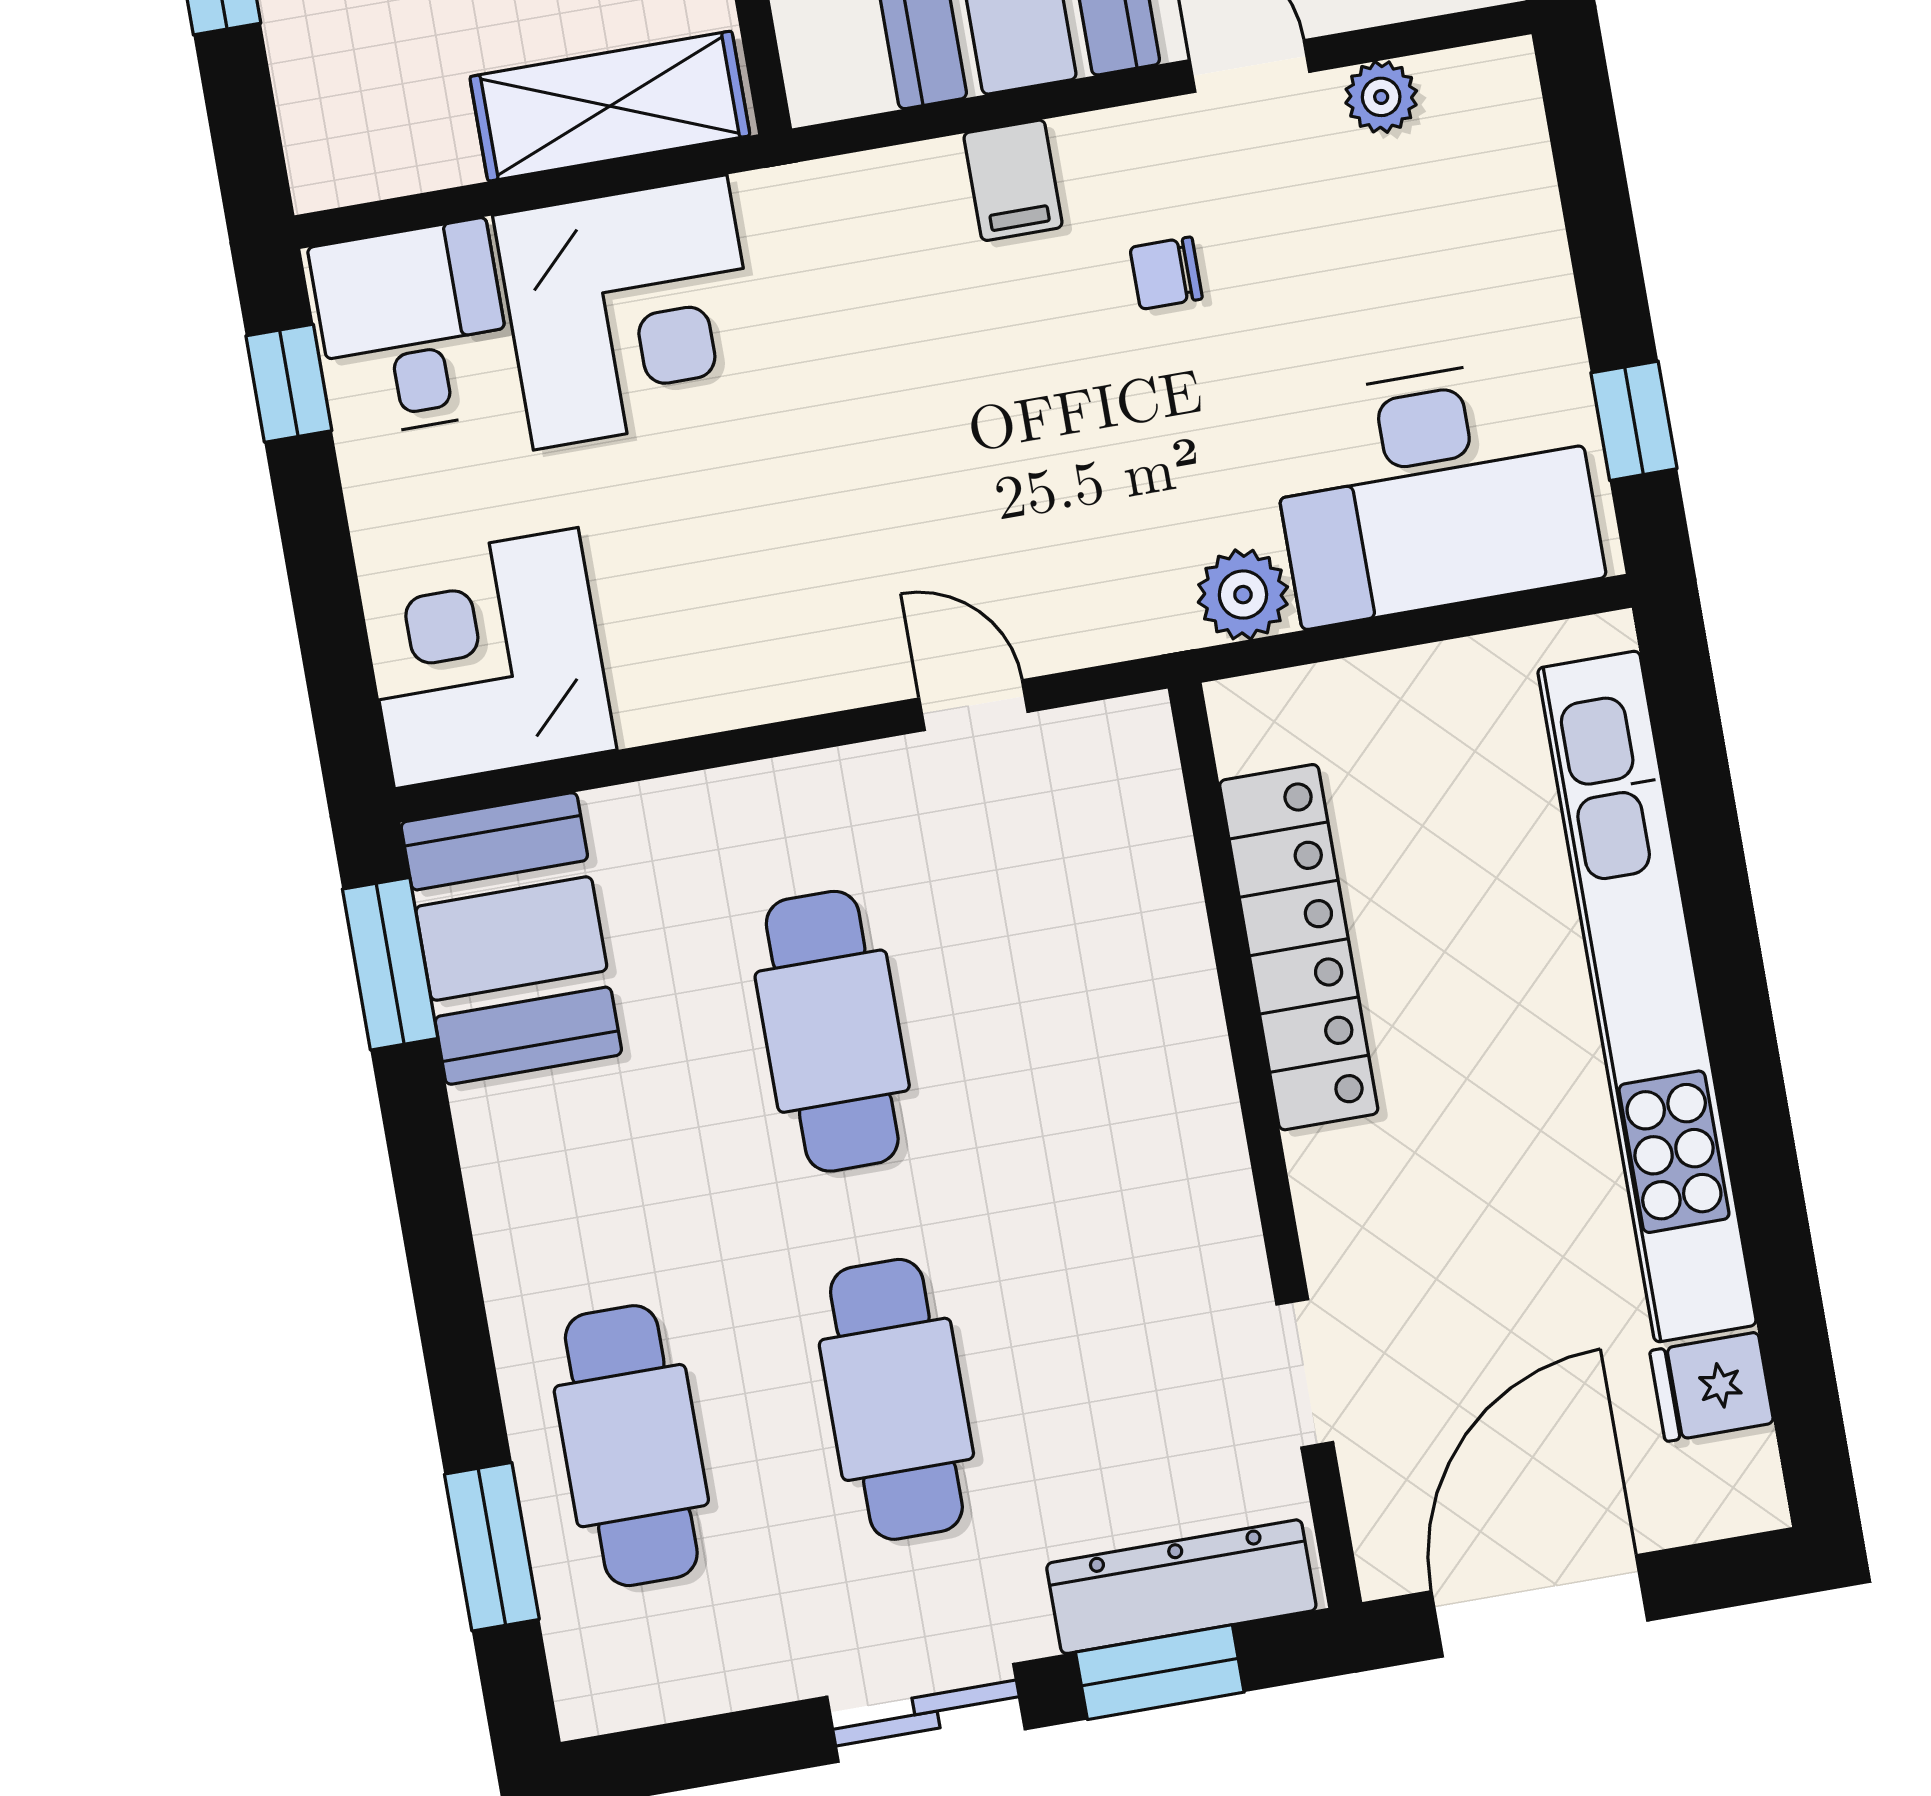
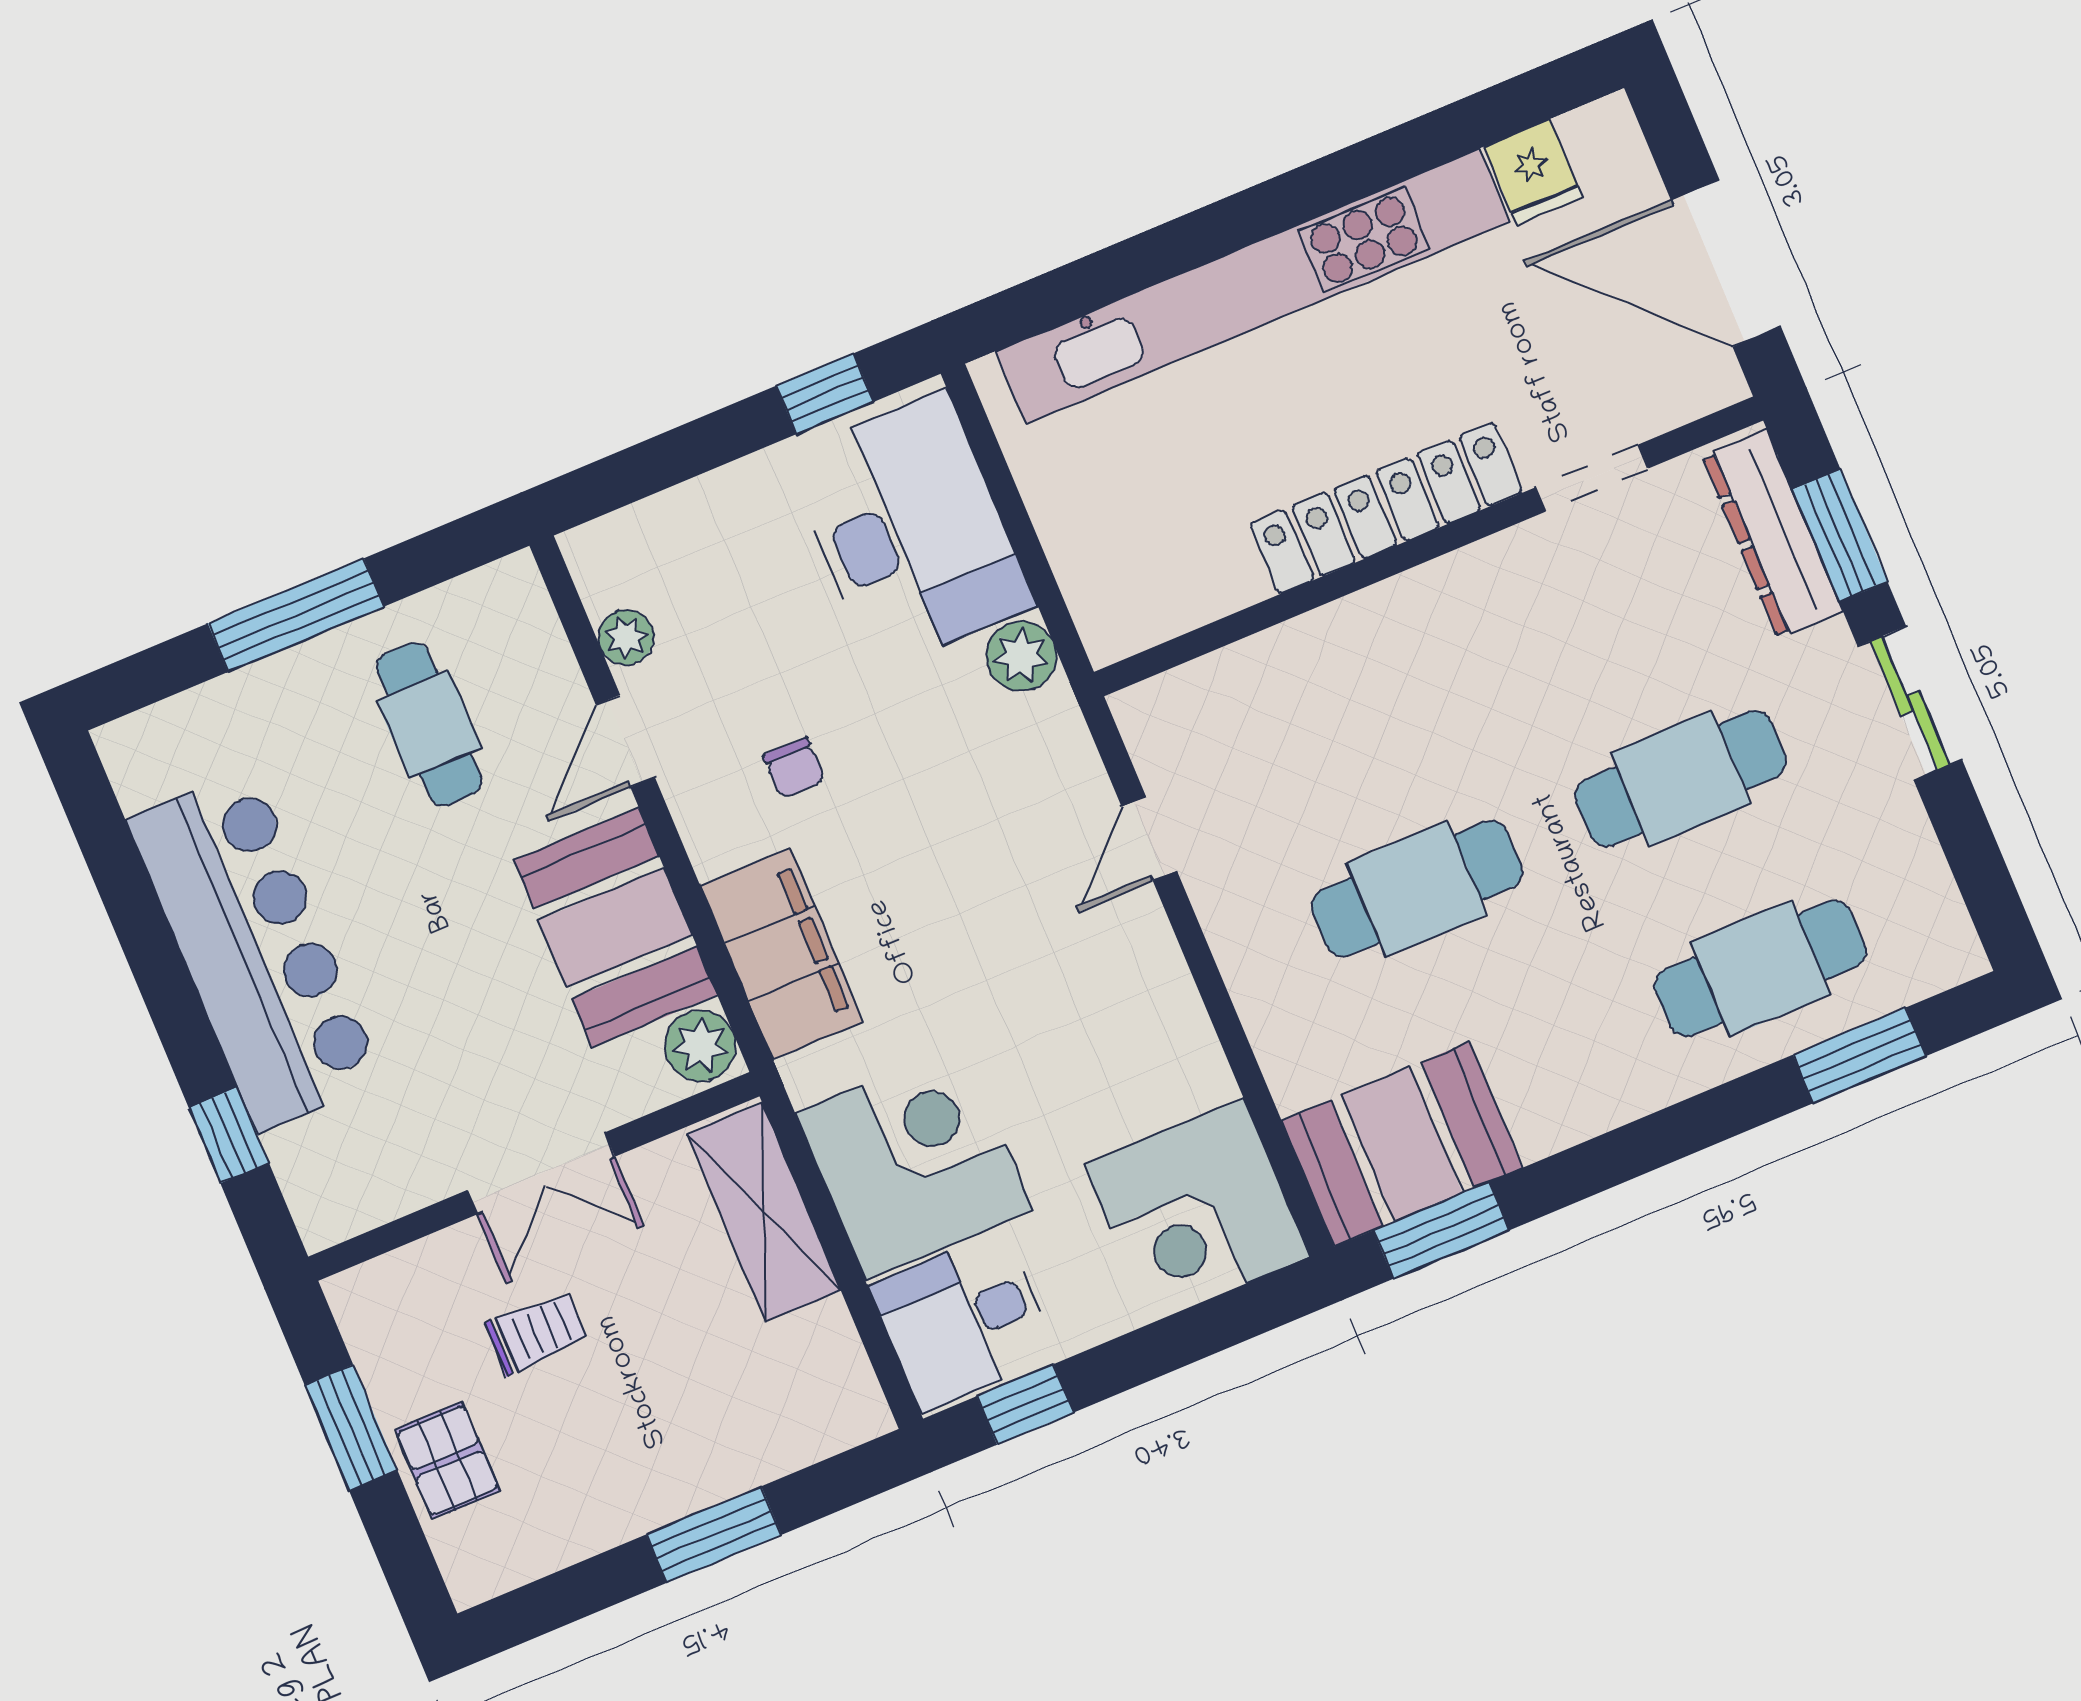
plant: (839, 73) -> (700, 1046), added
filing cabinet: (1013, 180) -> (781, 954), width x3.00, depth x1.17
locker: (1299, 947) -> (1386, 508), moved

